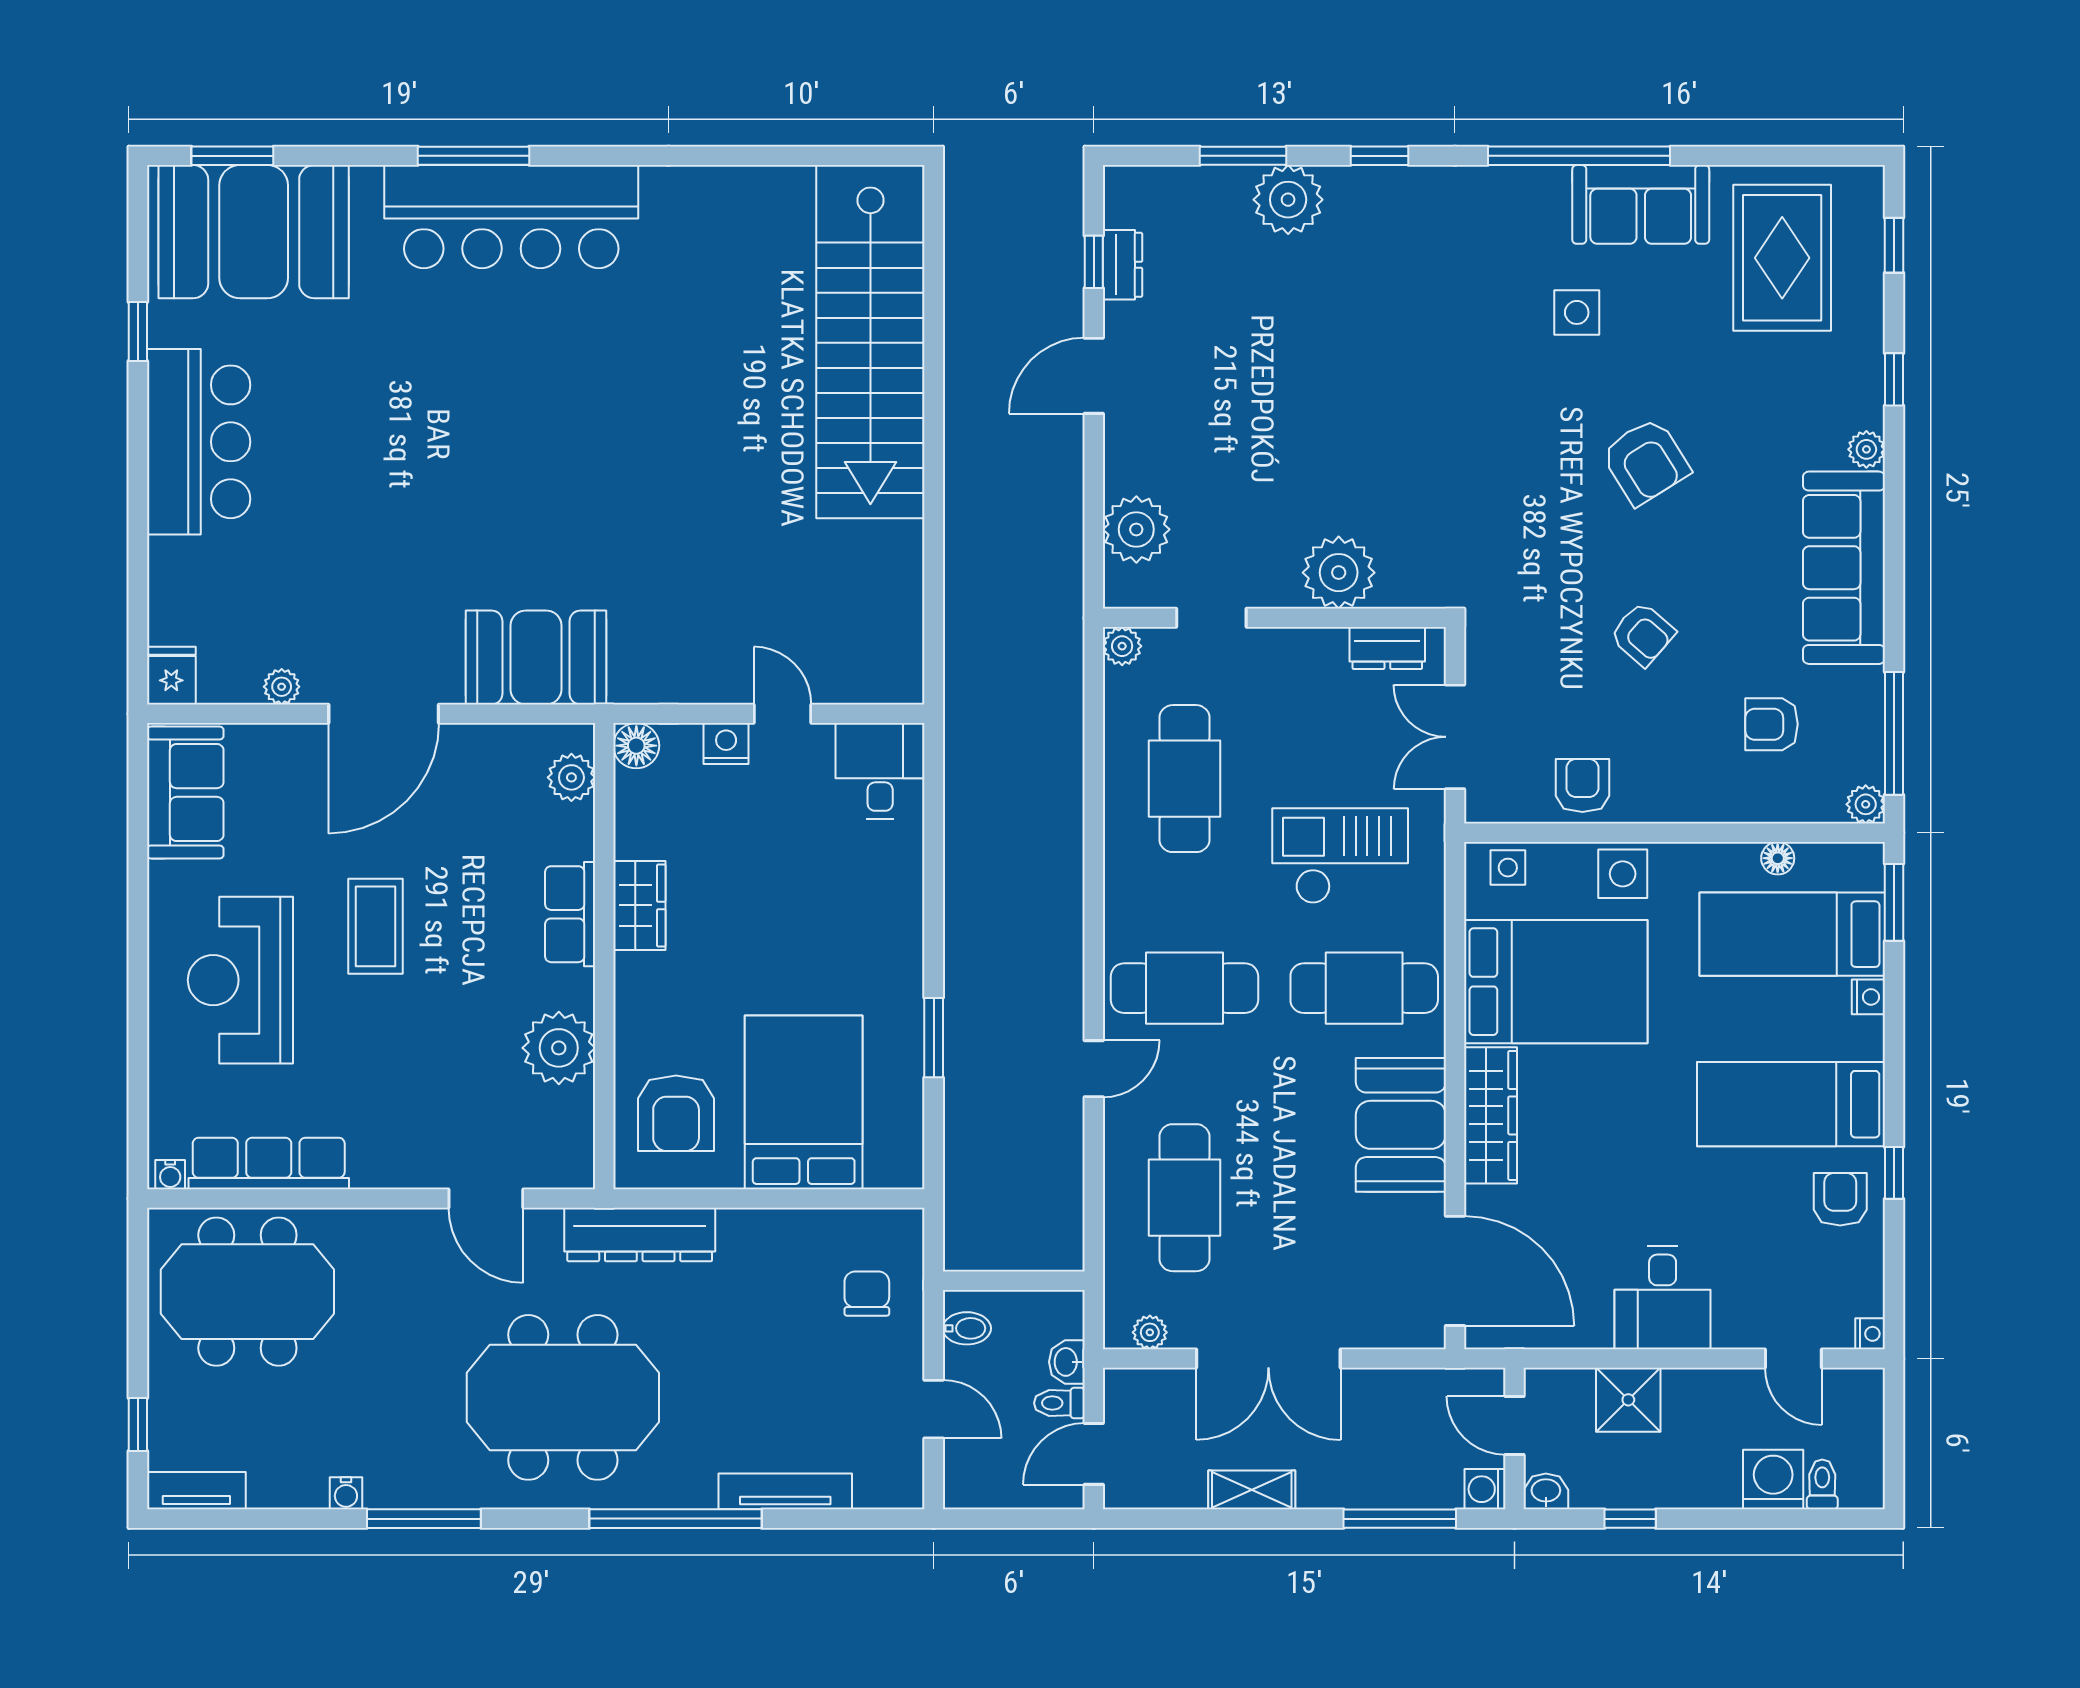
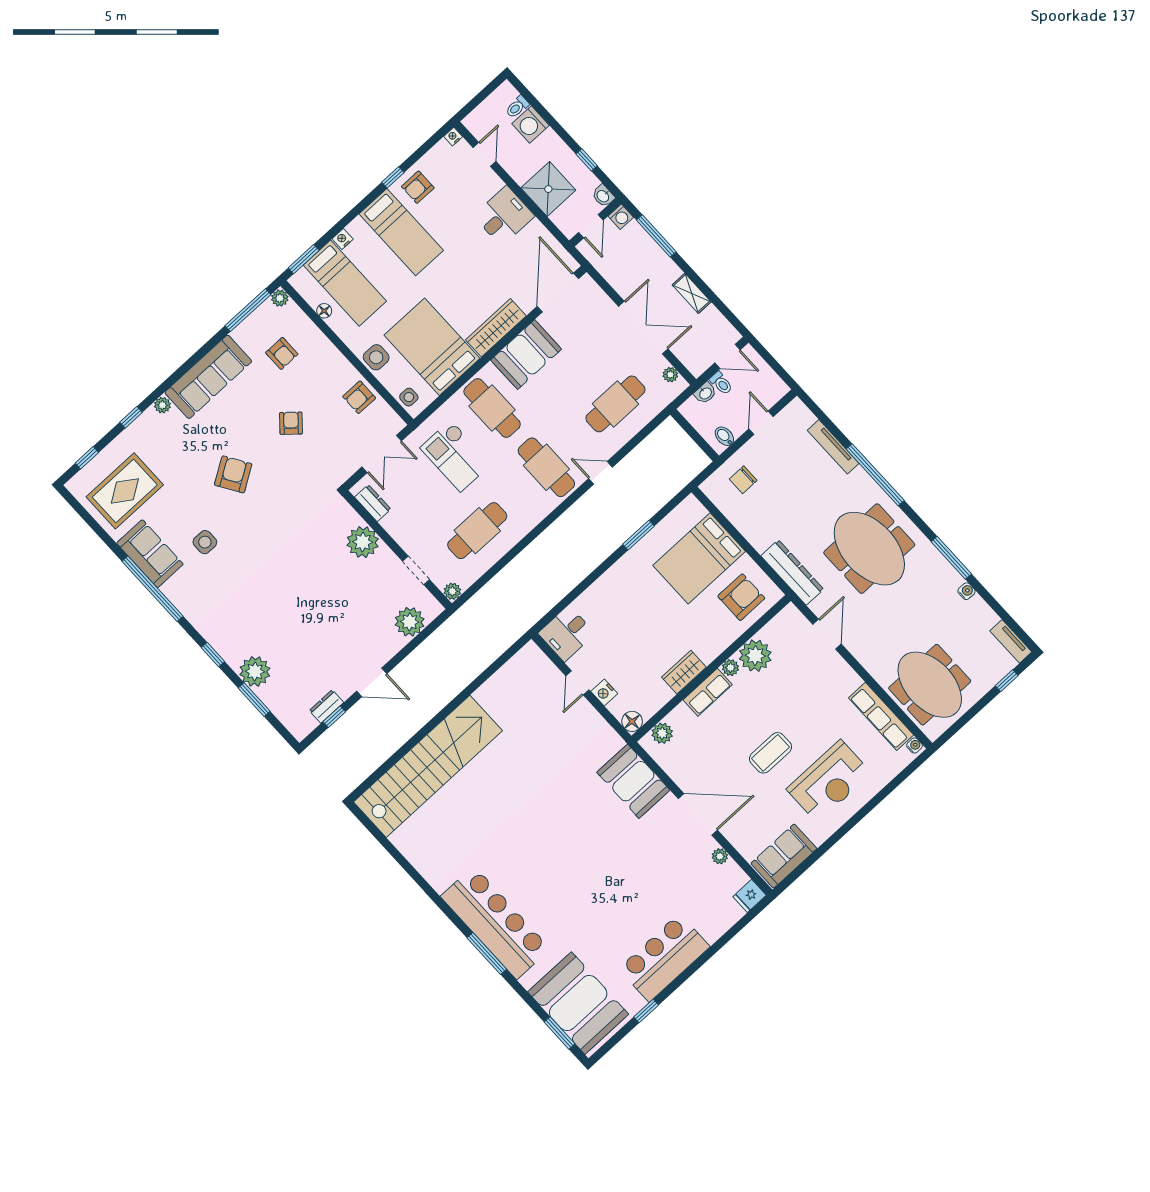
plant: (576, 989) -> (730, 668), added
shower: (1628, 1400) -> (548, 189), width x1.36, depth x1.36

